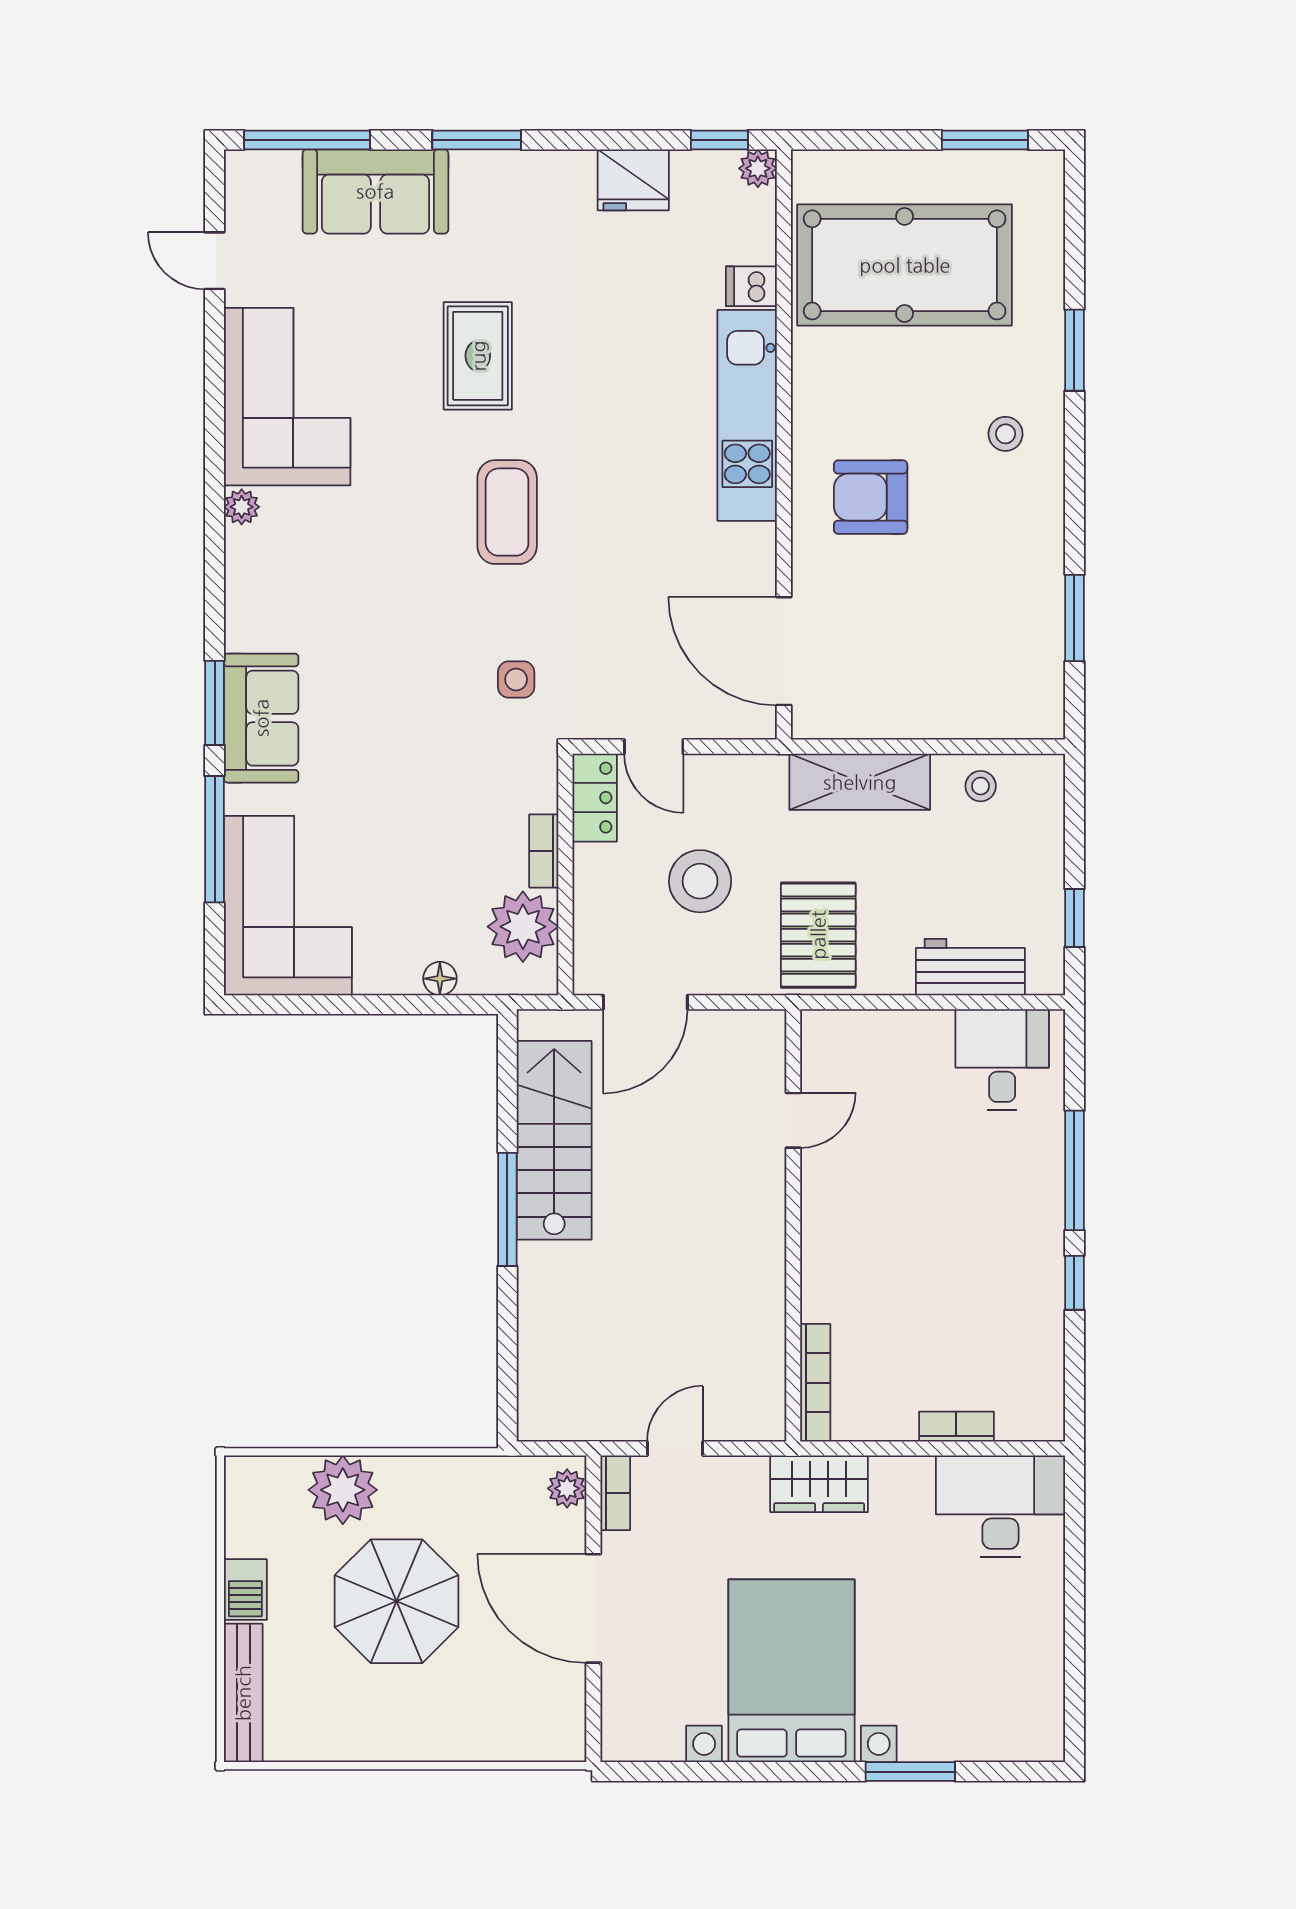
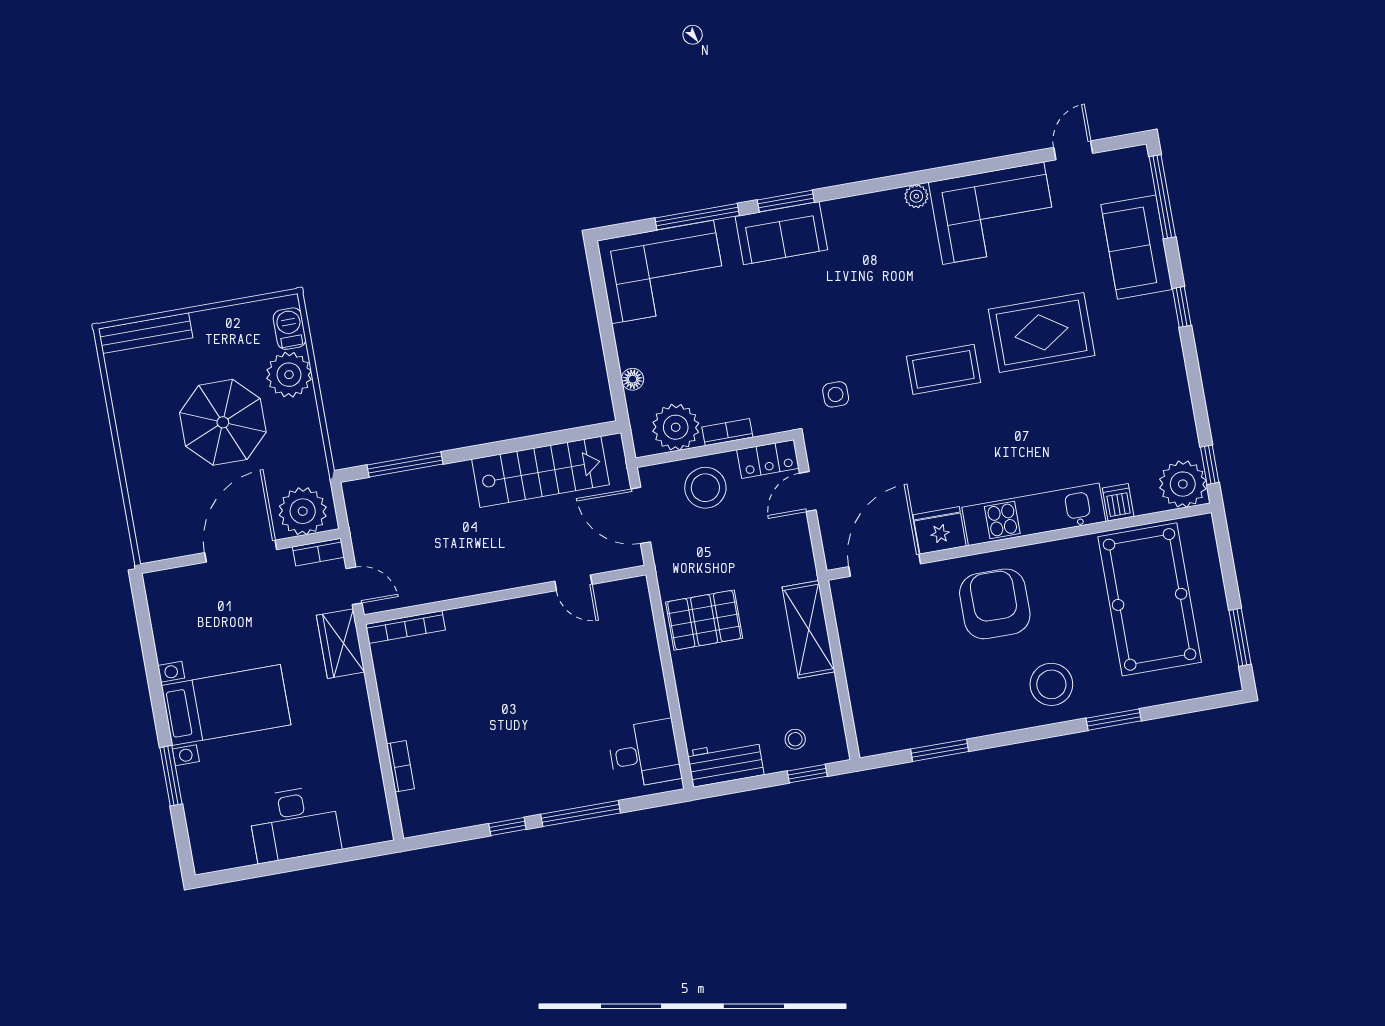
window: (477, 140) -> (1182, 307), width x0.67
plant: (758, 168) -> (1183, 484), width x1.87, depth x1.87
fridge: (633, 180) -> (940, 530), moved, turned 90
rug: (478, 356) -> (1042, 332), width x1.36, depth x1.43
stool: (1006, 434) -> (1051, 684), width x1.89, depth x1.89
armchair: (871, 497) -> (995, 604), width x1.36, depth x1.36
stool: (981, 786) -> (795, 739), moved
stool: (700, 881) -> (705, 488), moved
window: (1074, 918) -> (807, 774), moved
workbench: (970, 967) -> (726, 763), moved, turned -90
door: (793, 1120) -> (573, 583), moved
window: (507, 1209) -> (405, 464), moved
wall: (793, 1225) -> (505, 595), moved
bookcase: (815, 1383) -> (405, 627), moved
wardrobe: (819, 1484) -> (340, 644), moved
plant: (567, 1488) -> (303, 511), width x1.88, depth x1.88
desk: (1000, 1506) -> (294, 824), moved, turned 90
barbecue: (245, 1590) -> (290, 329), moved, turned 90
bed with nightstands: (791, 1671) -> (226, 705), width x0.73

